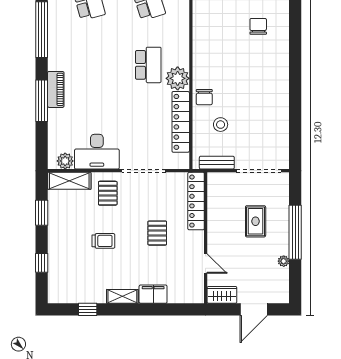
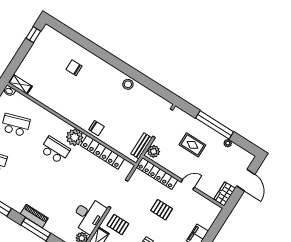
stool: (221, 125) -> (128, 84), moved
plant: (219, 181) -> (154, 151), added
door: (206, 264) -> (188, 185), moved

